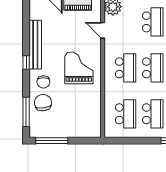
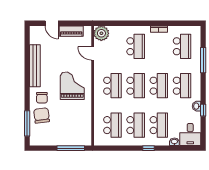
window: (26, 63) -> (27, 81), removed
window: (52, 141) -> (71, 148), moved

